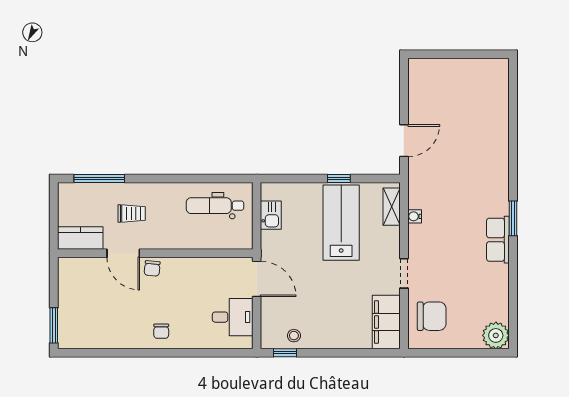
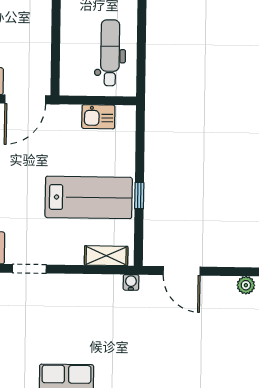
plant: (416, 85) -> (246, 285), added
water cooler: (415, 216) -> (131, 282), moved

